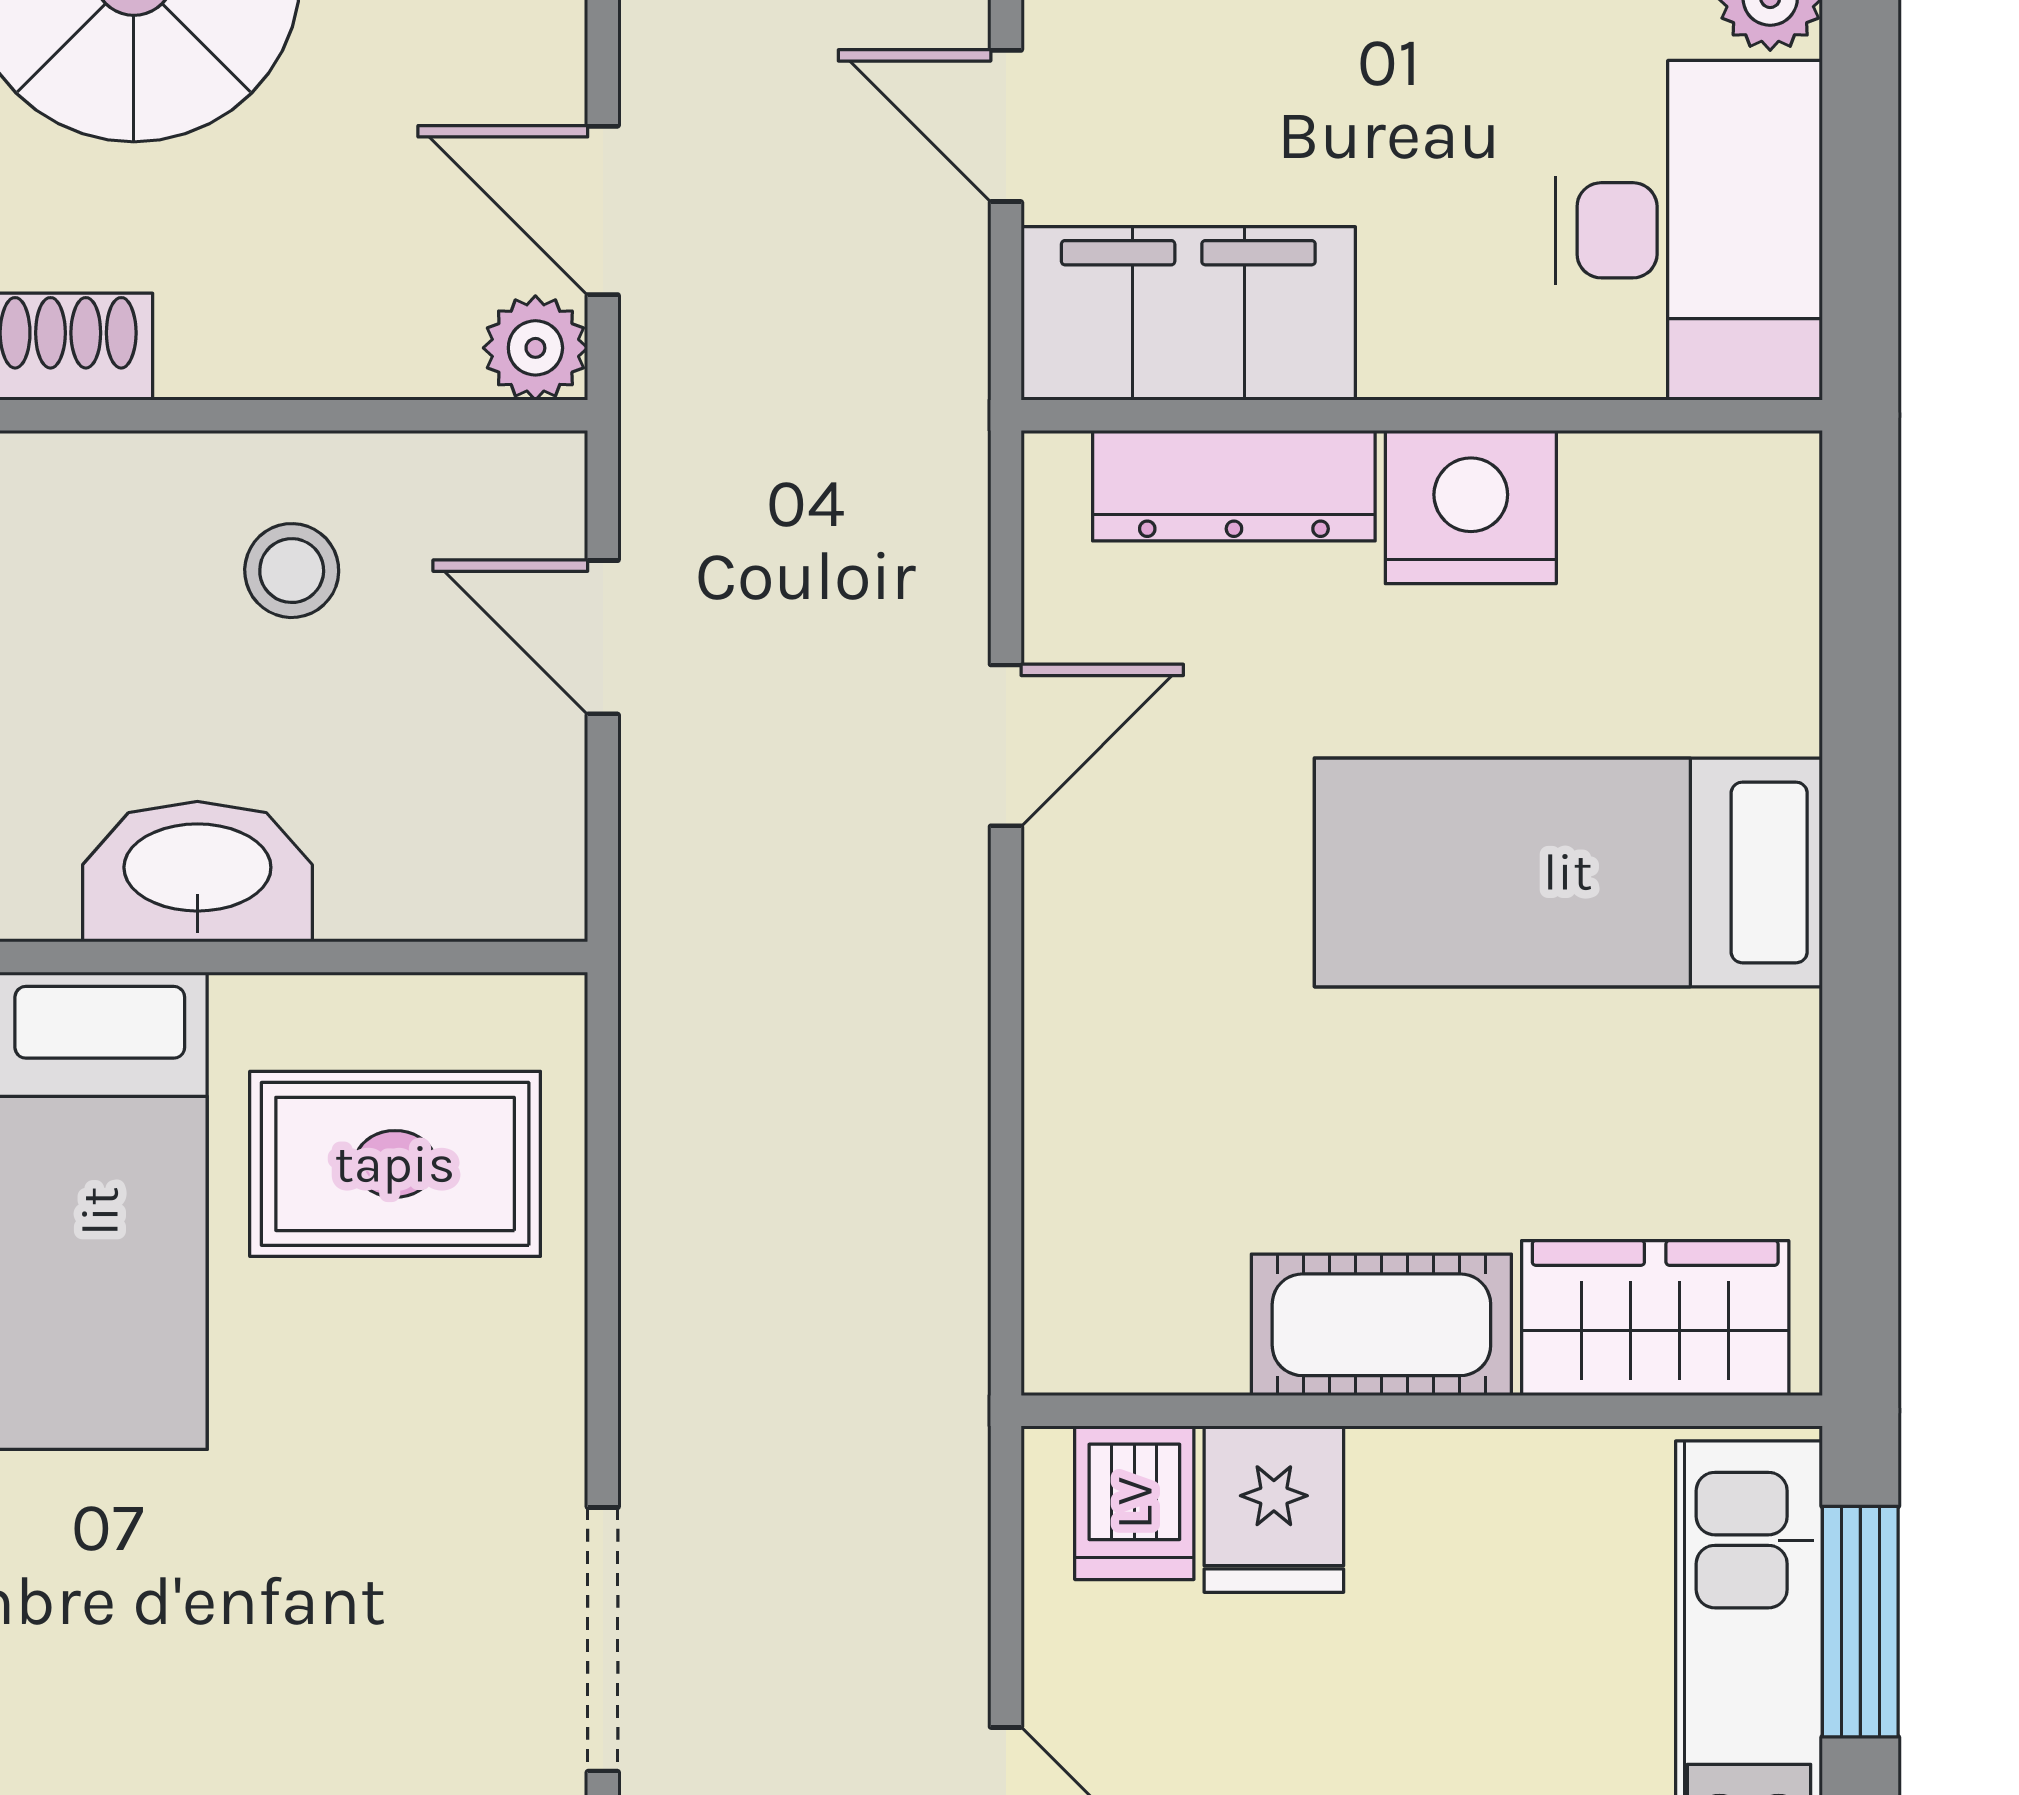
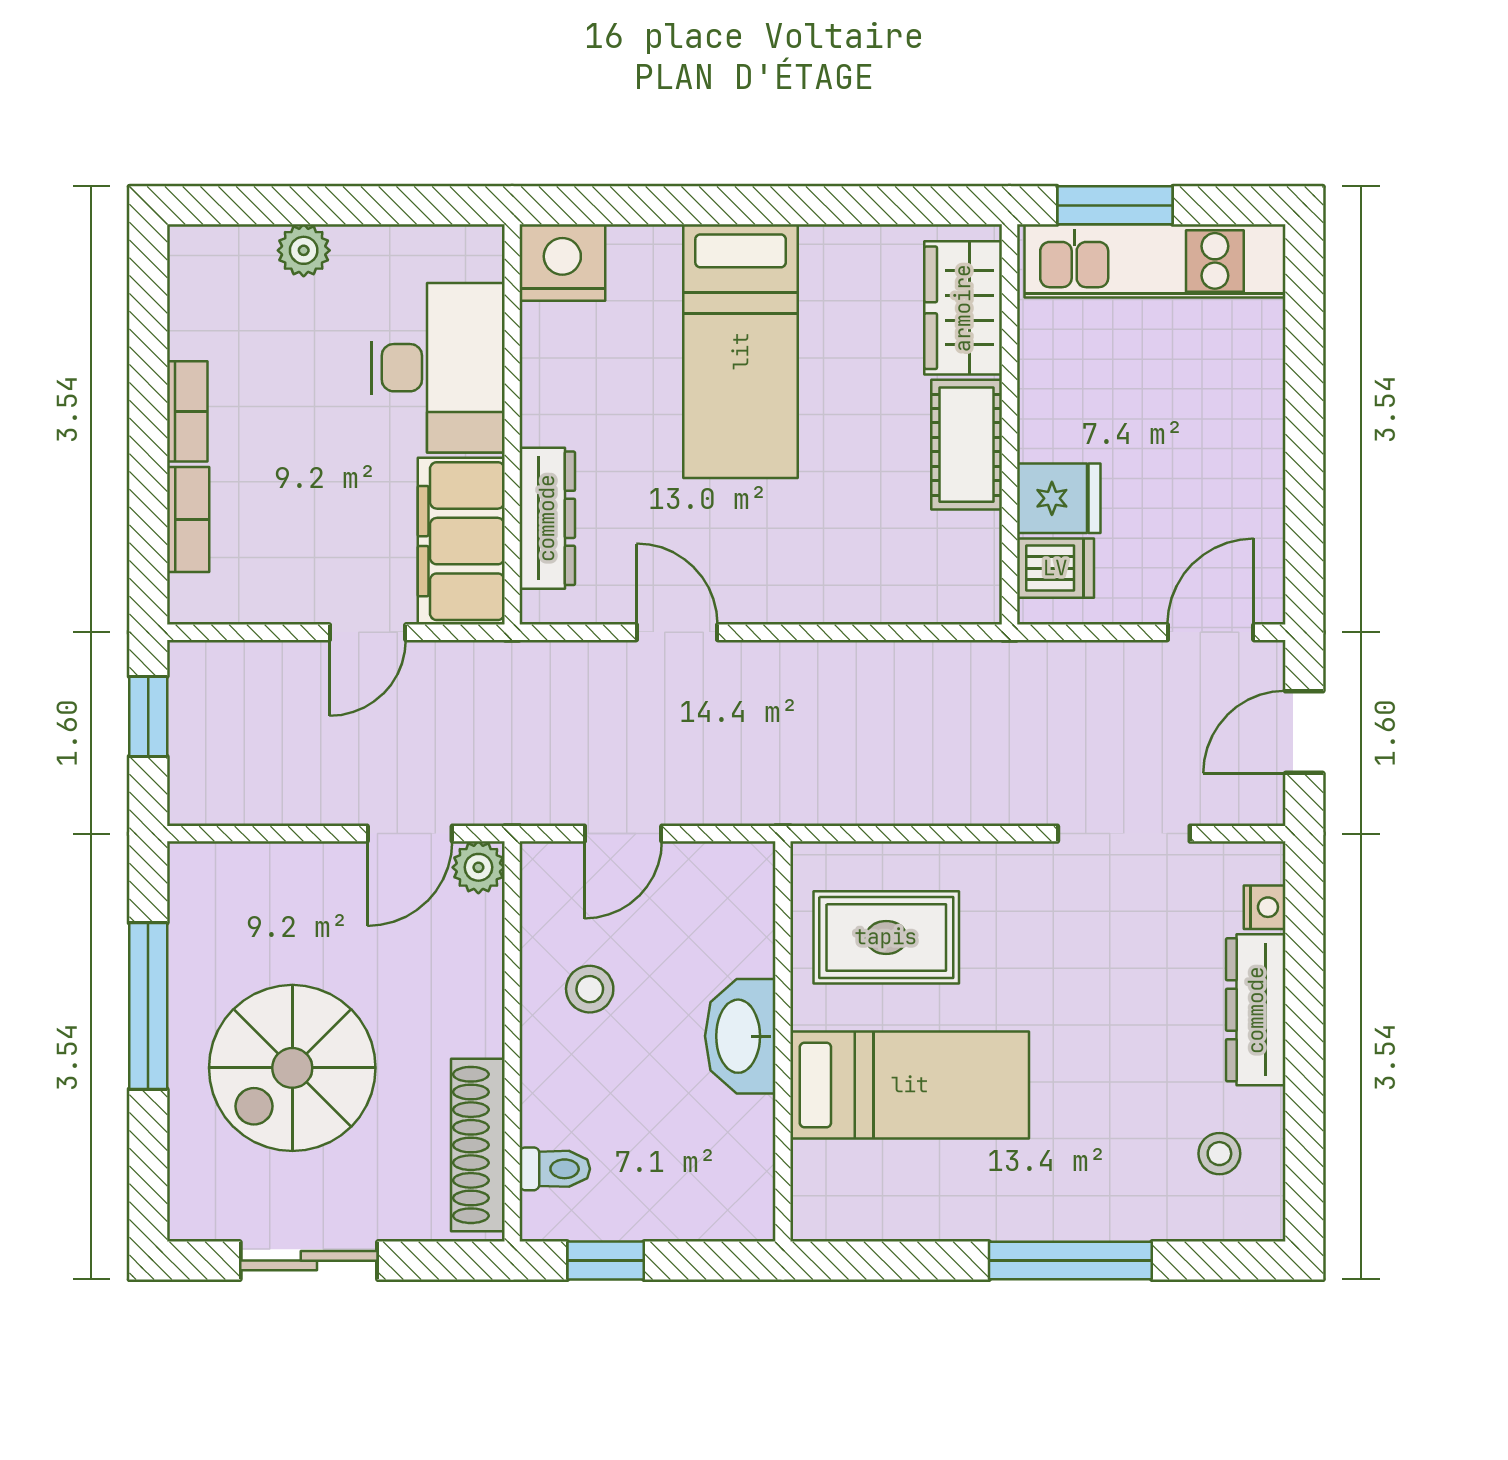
desk: (1689, 230) -> (438, 368), moved, turned 90
nightstand: (1471, 507) -> (562, 263), moved, turned 90
rug: (395, 1164) -> (886, 937), turned 90

